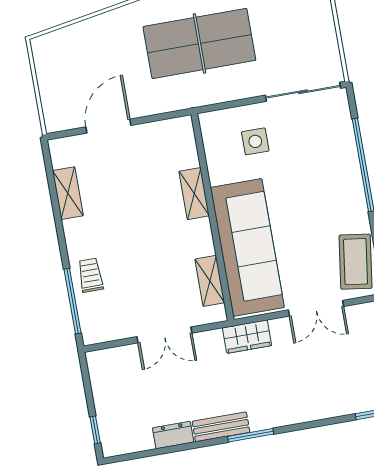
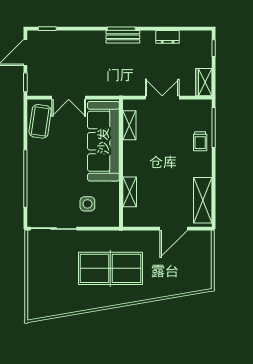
shelving: (68, 193) -> (203, 200), width x1.50, depth x1.33
shelving: (194, 194) -> (130, 192), moved
double door: (316, 308) -> (69, 98), swing flipped
wardrobe: (247, 337) -> (204, 82), moved, turned -90
bench: (221, 427) -> (123, 37), moved

